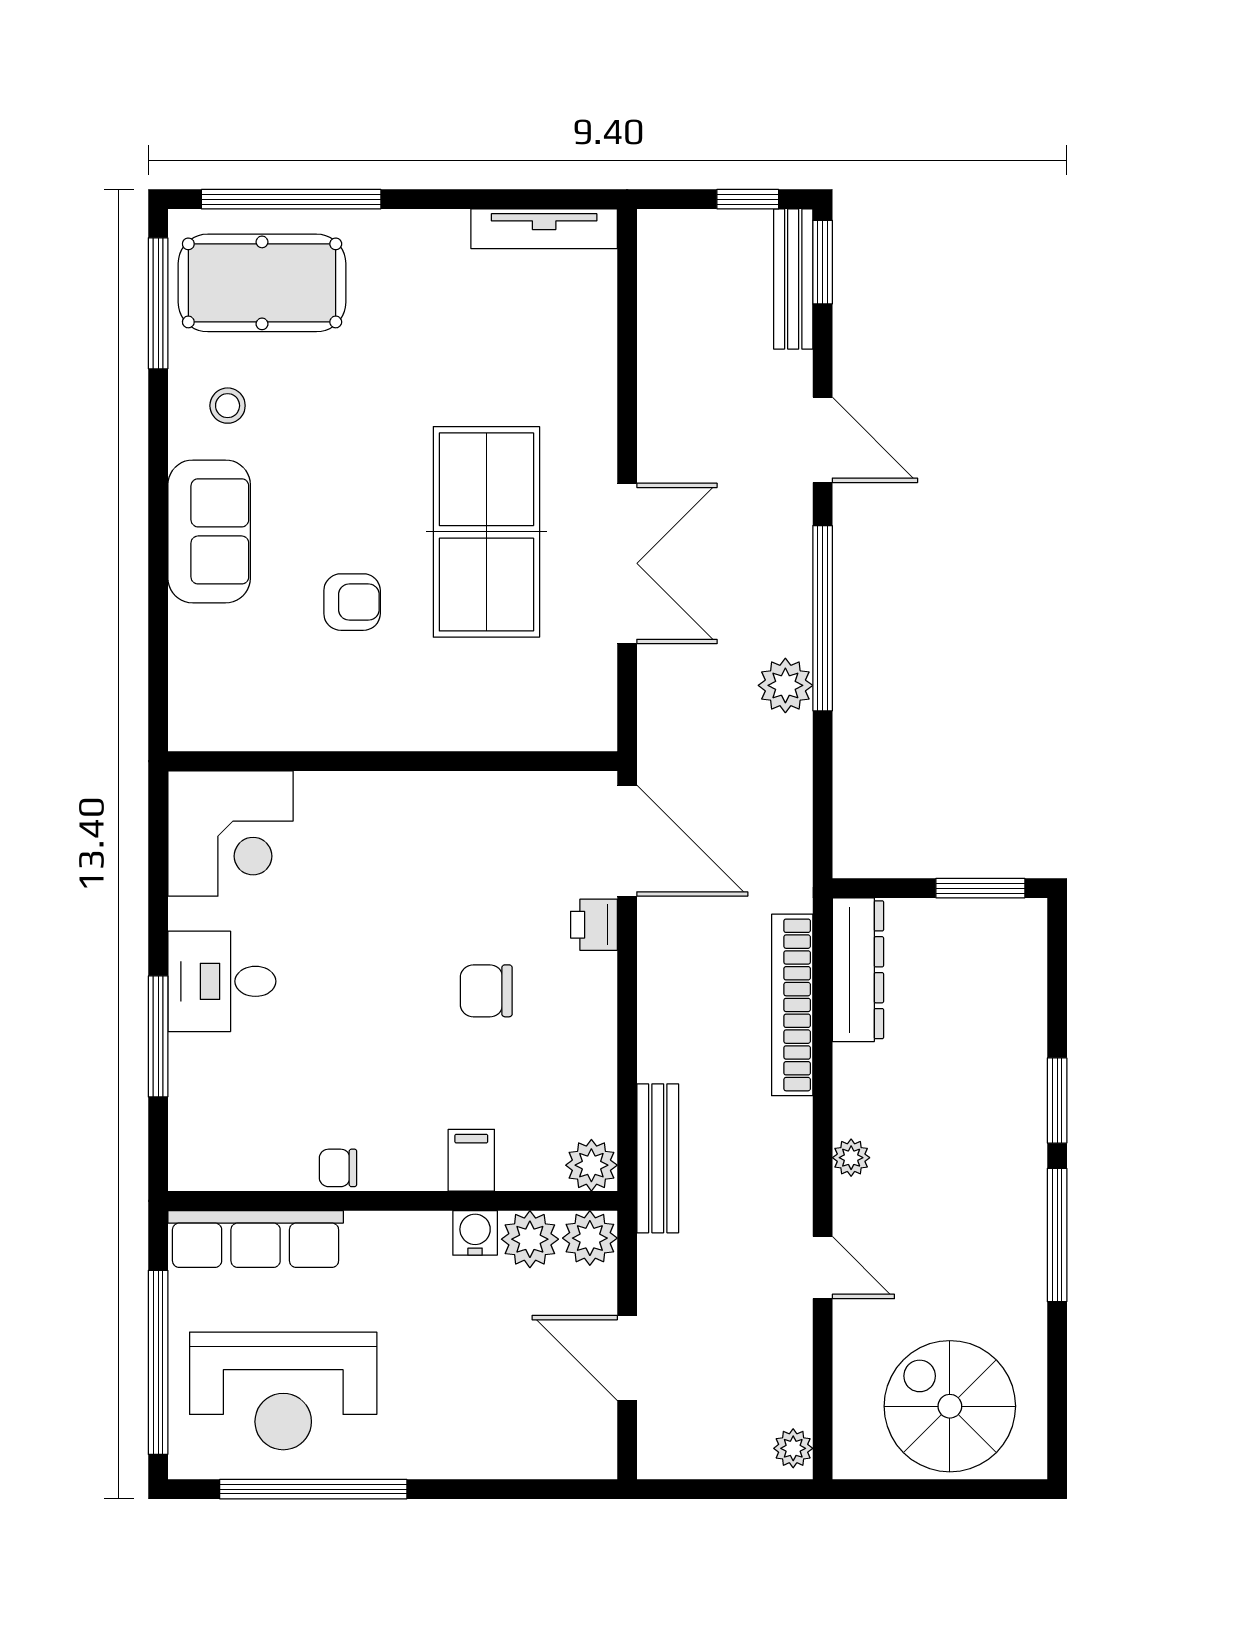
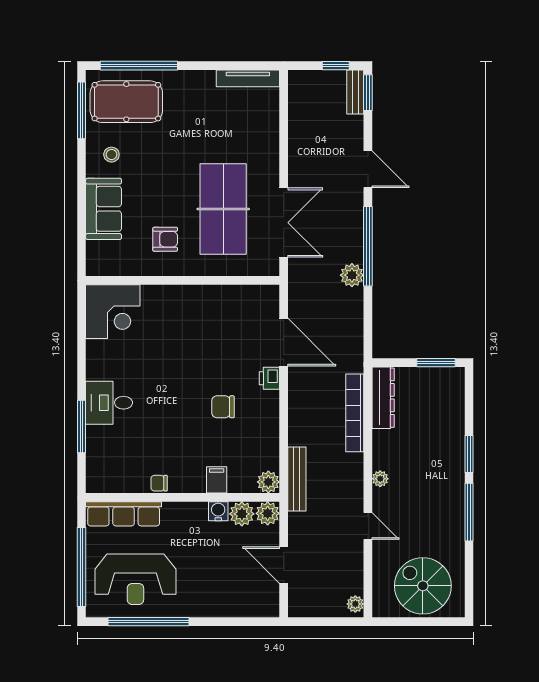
bench: (793, 279) -> (355, 92), width x0.73
wall: (393, 761) -> (183, 280), moved
corner desk: (230, 834) -> (113, 312), moved

